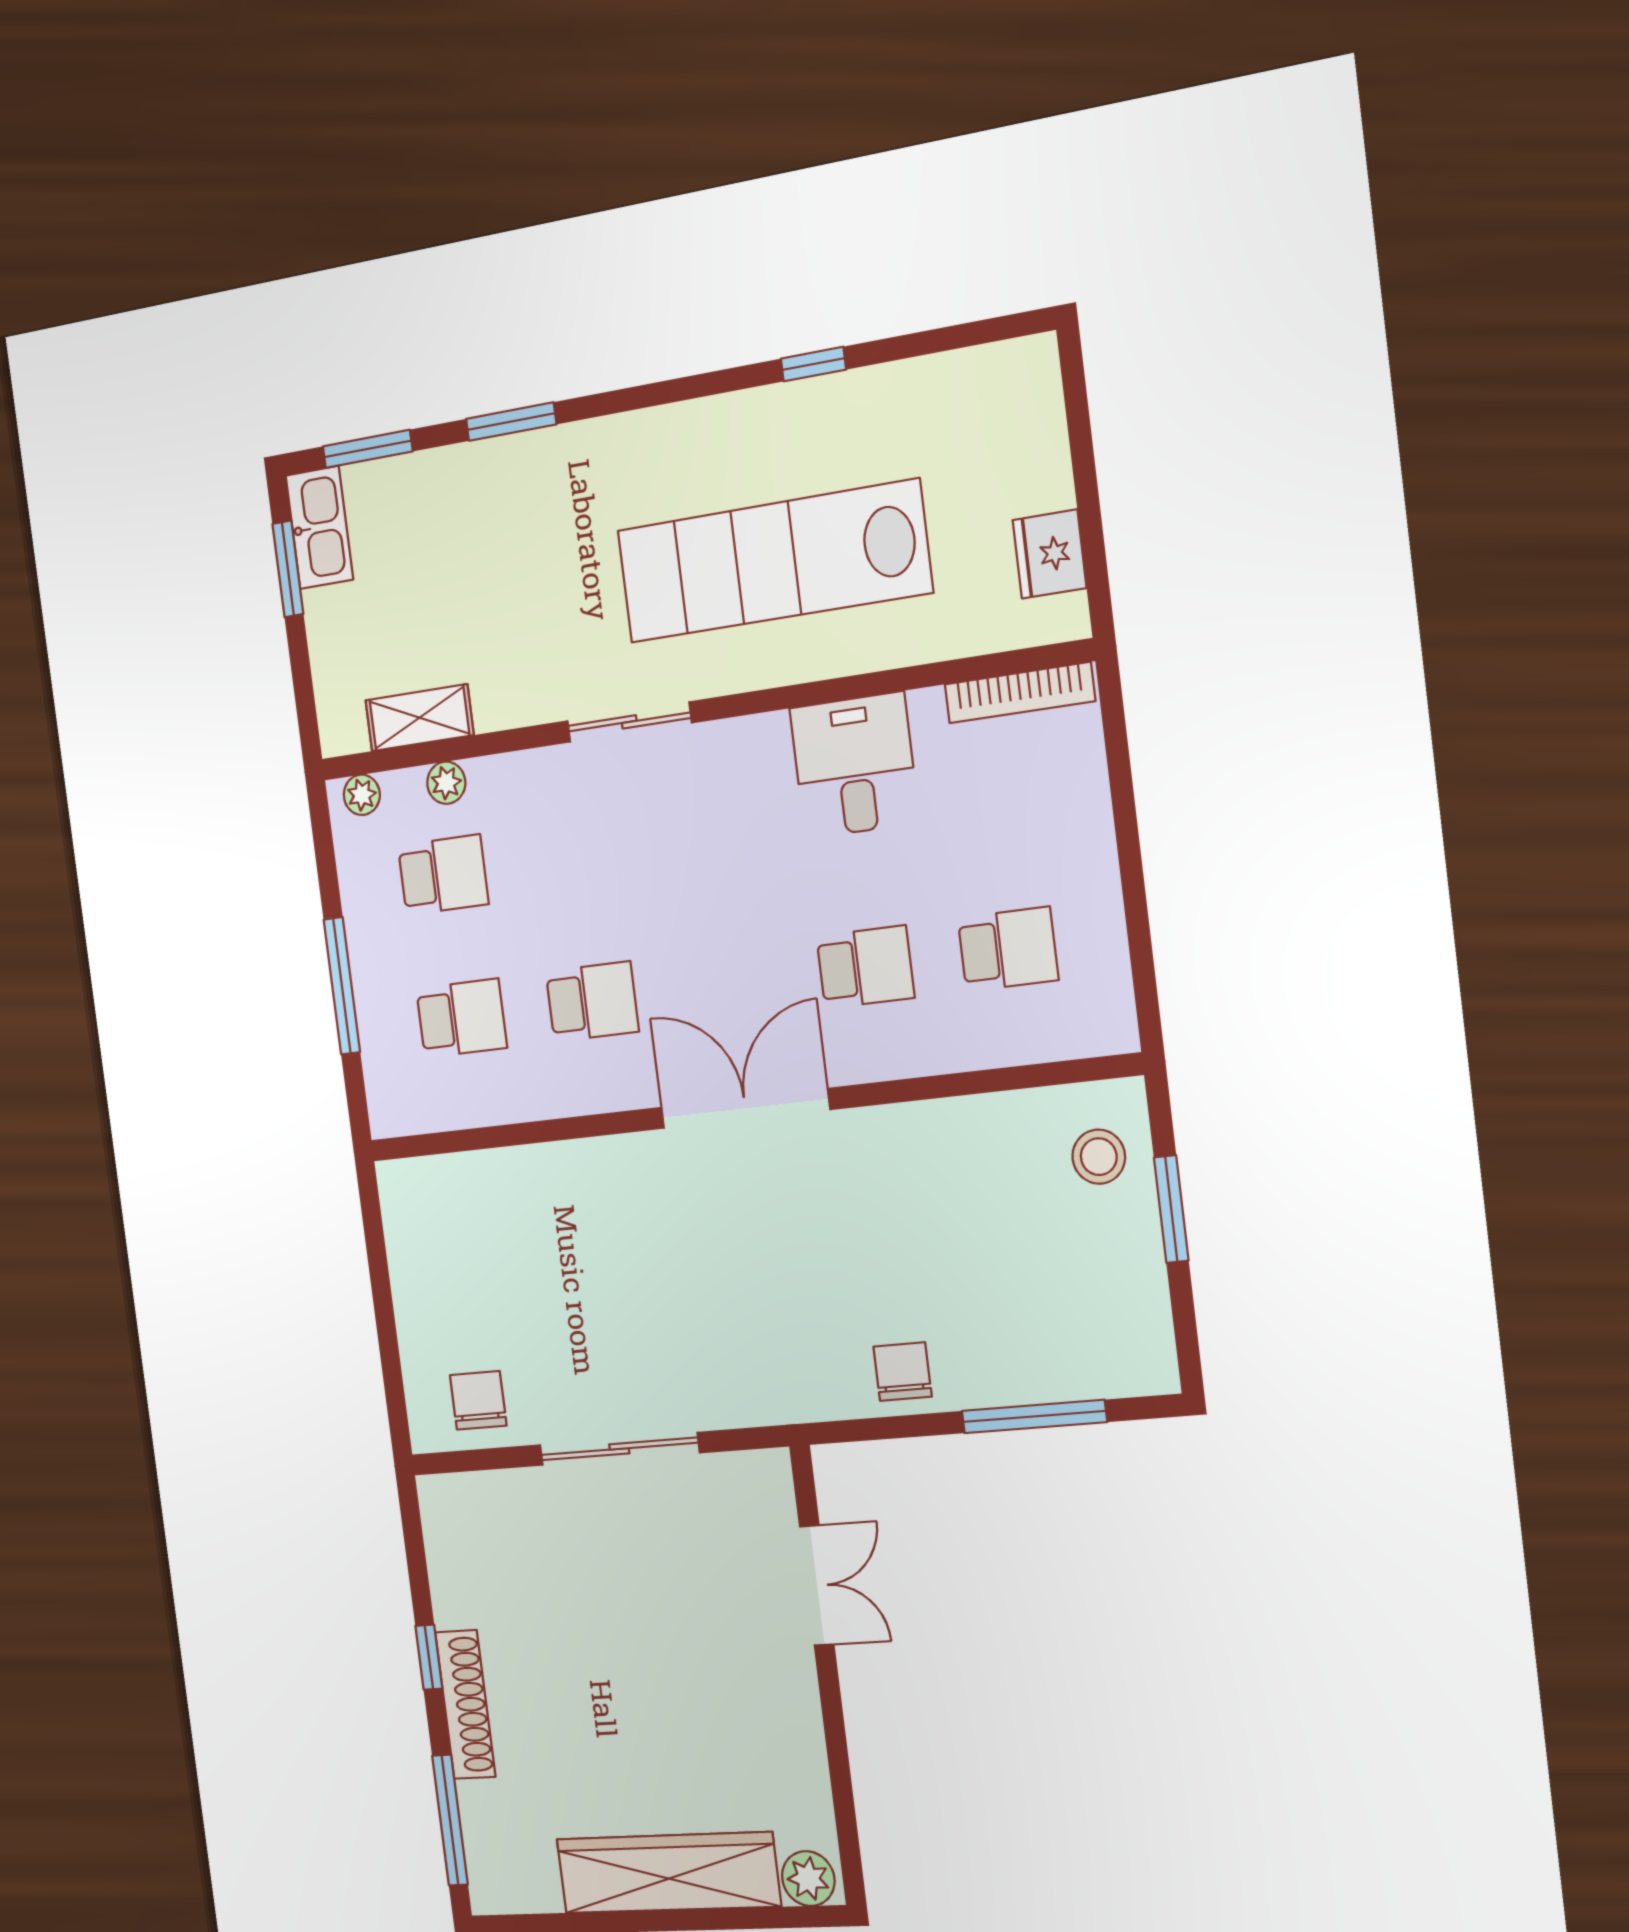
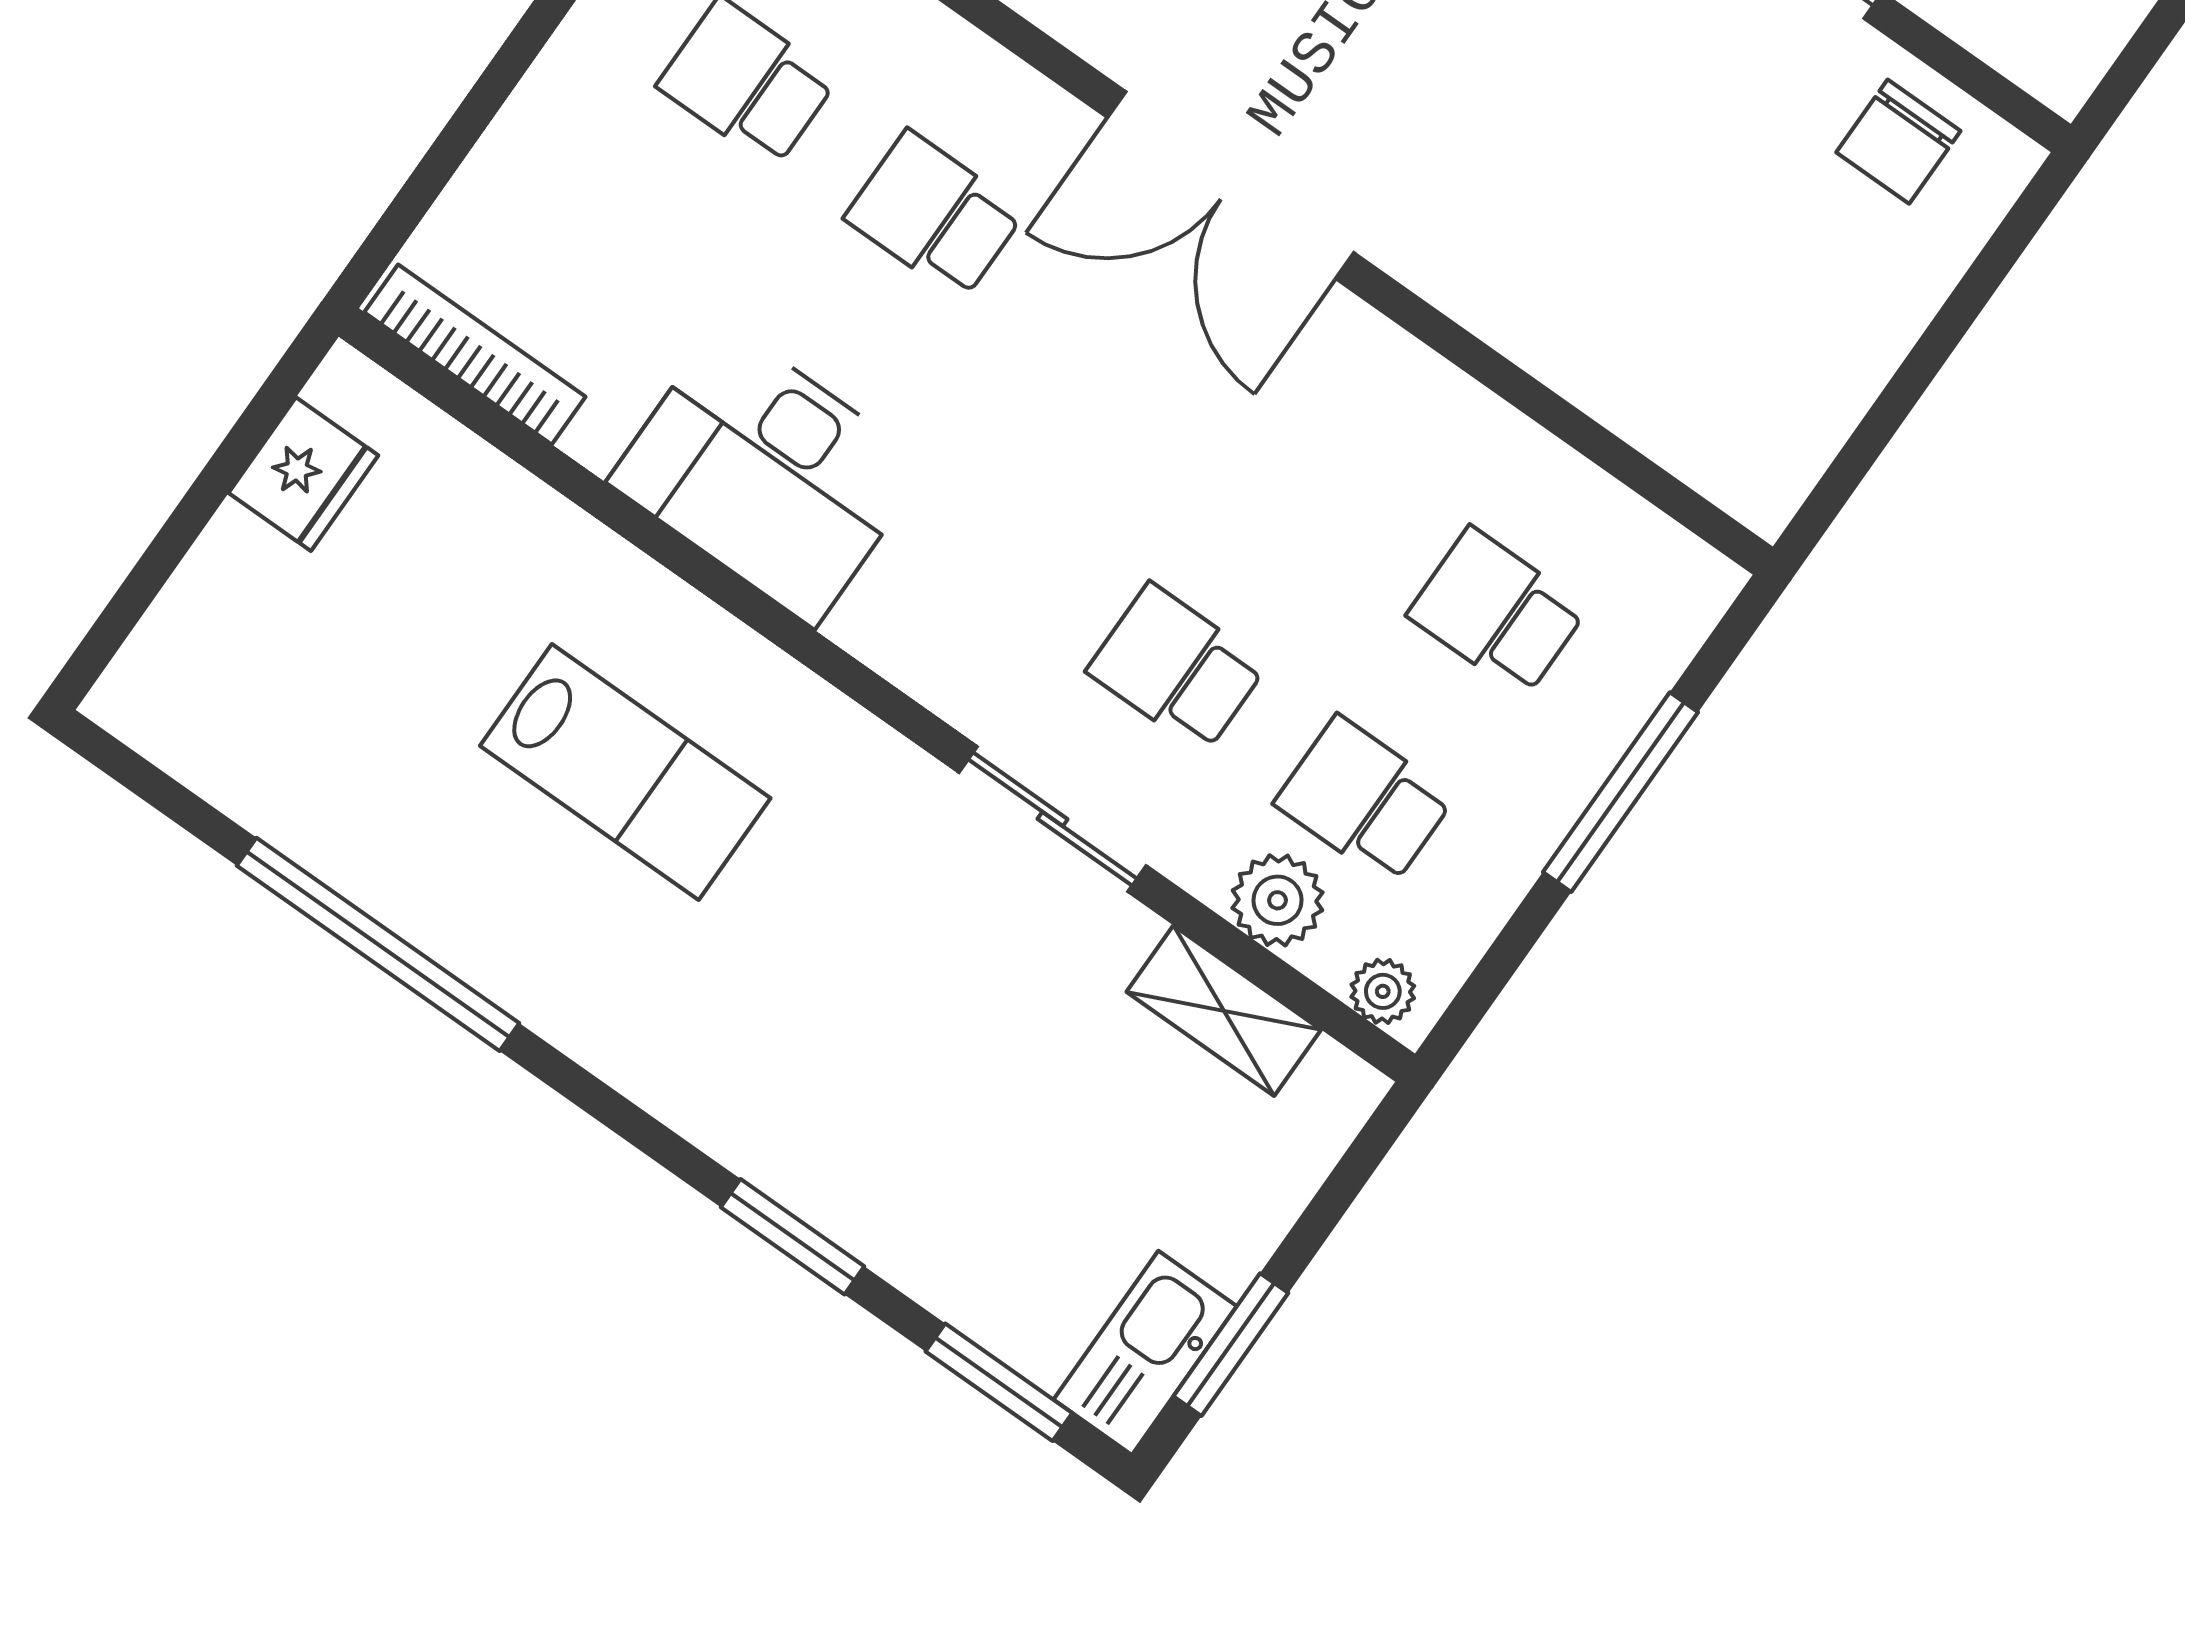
window: (813, 364) -> (378, 944), width x3.17
lab bench: (773, 561) -> (625, 772), width x0.54, depth x0.72
sliding door: (629, 722) -> (1053, 819), moved
desk: (854, 765) -> (768, 474), width x1.37
plant: (446, 783) -> (1277, 900), width x1.38, depth x1.38
school desk: (592, 1002) -> (1177, 668), moved

